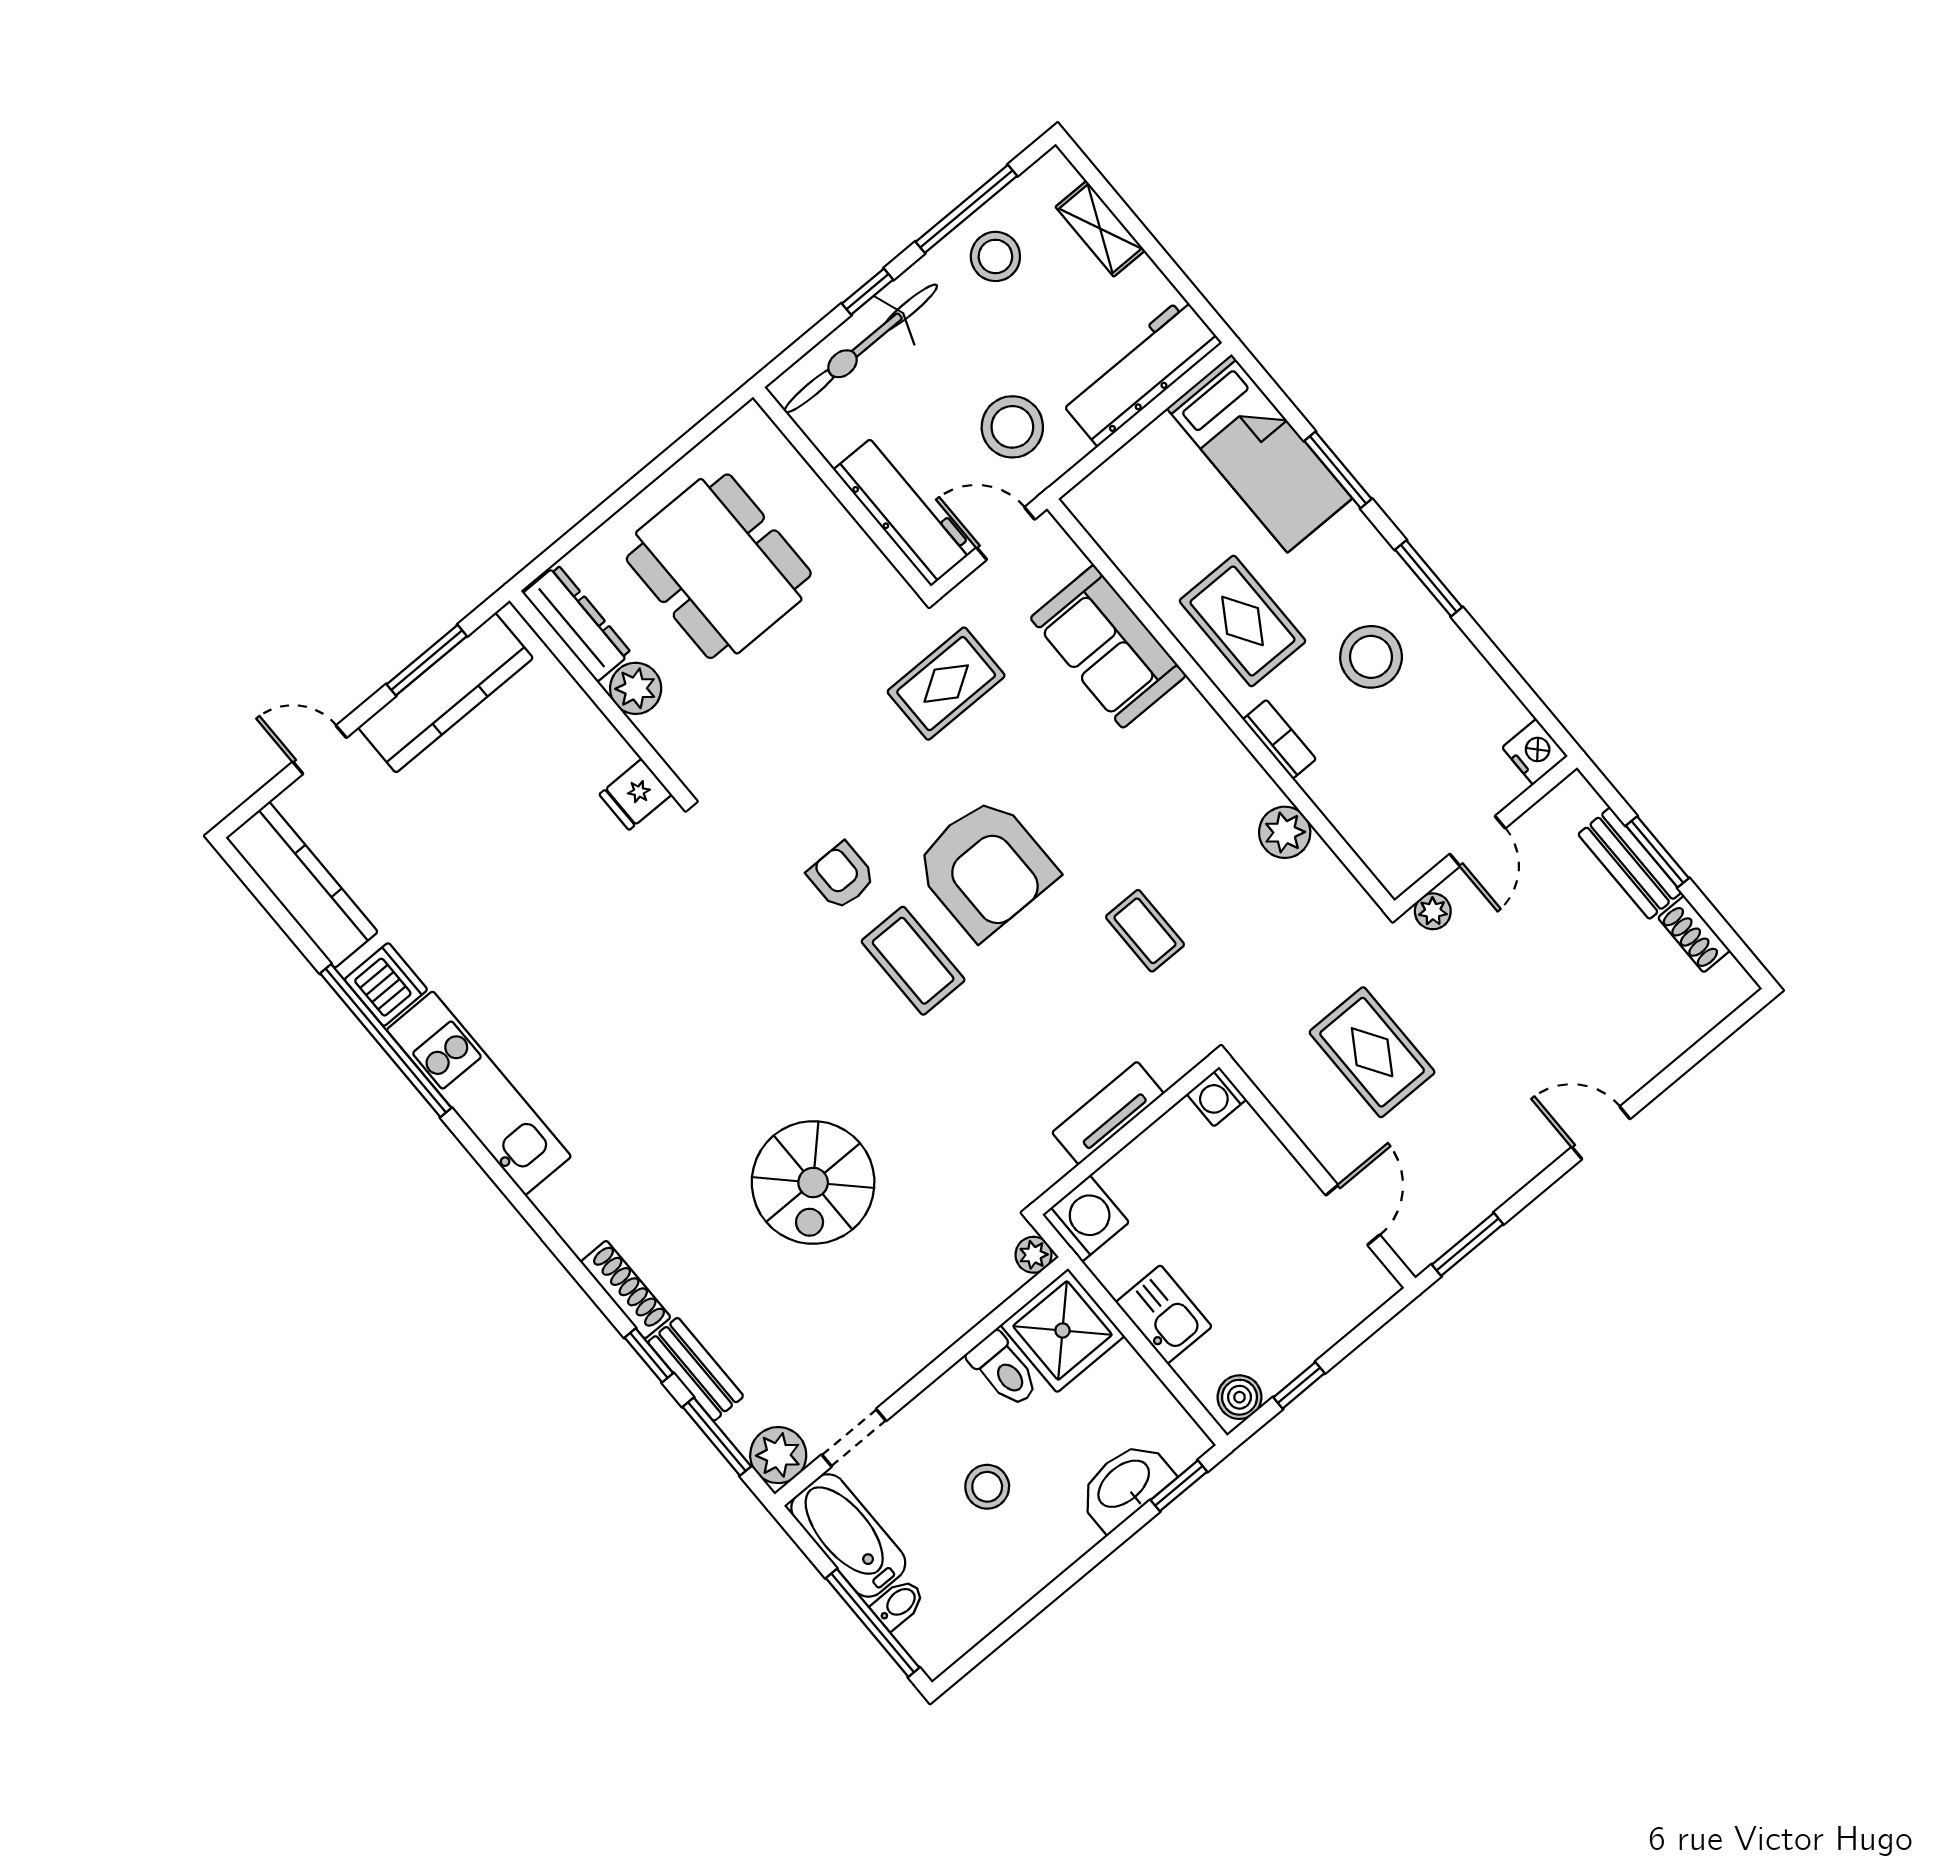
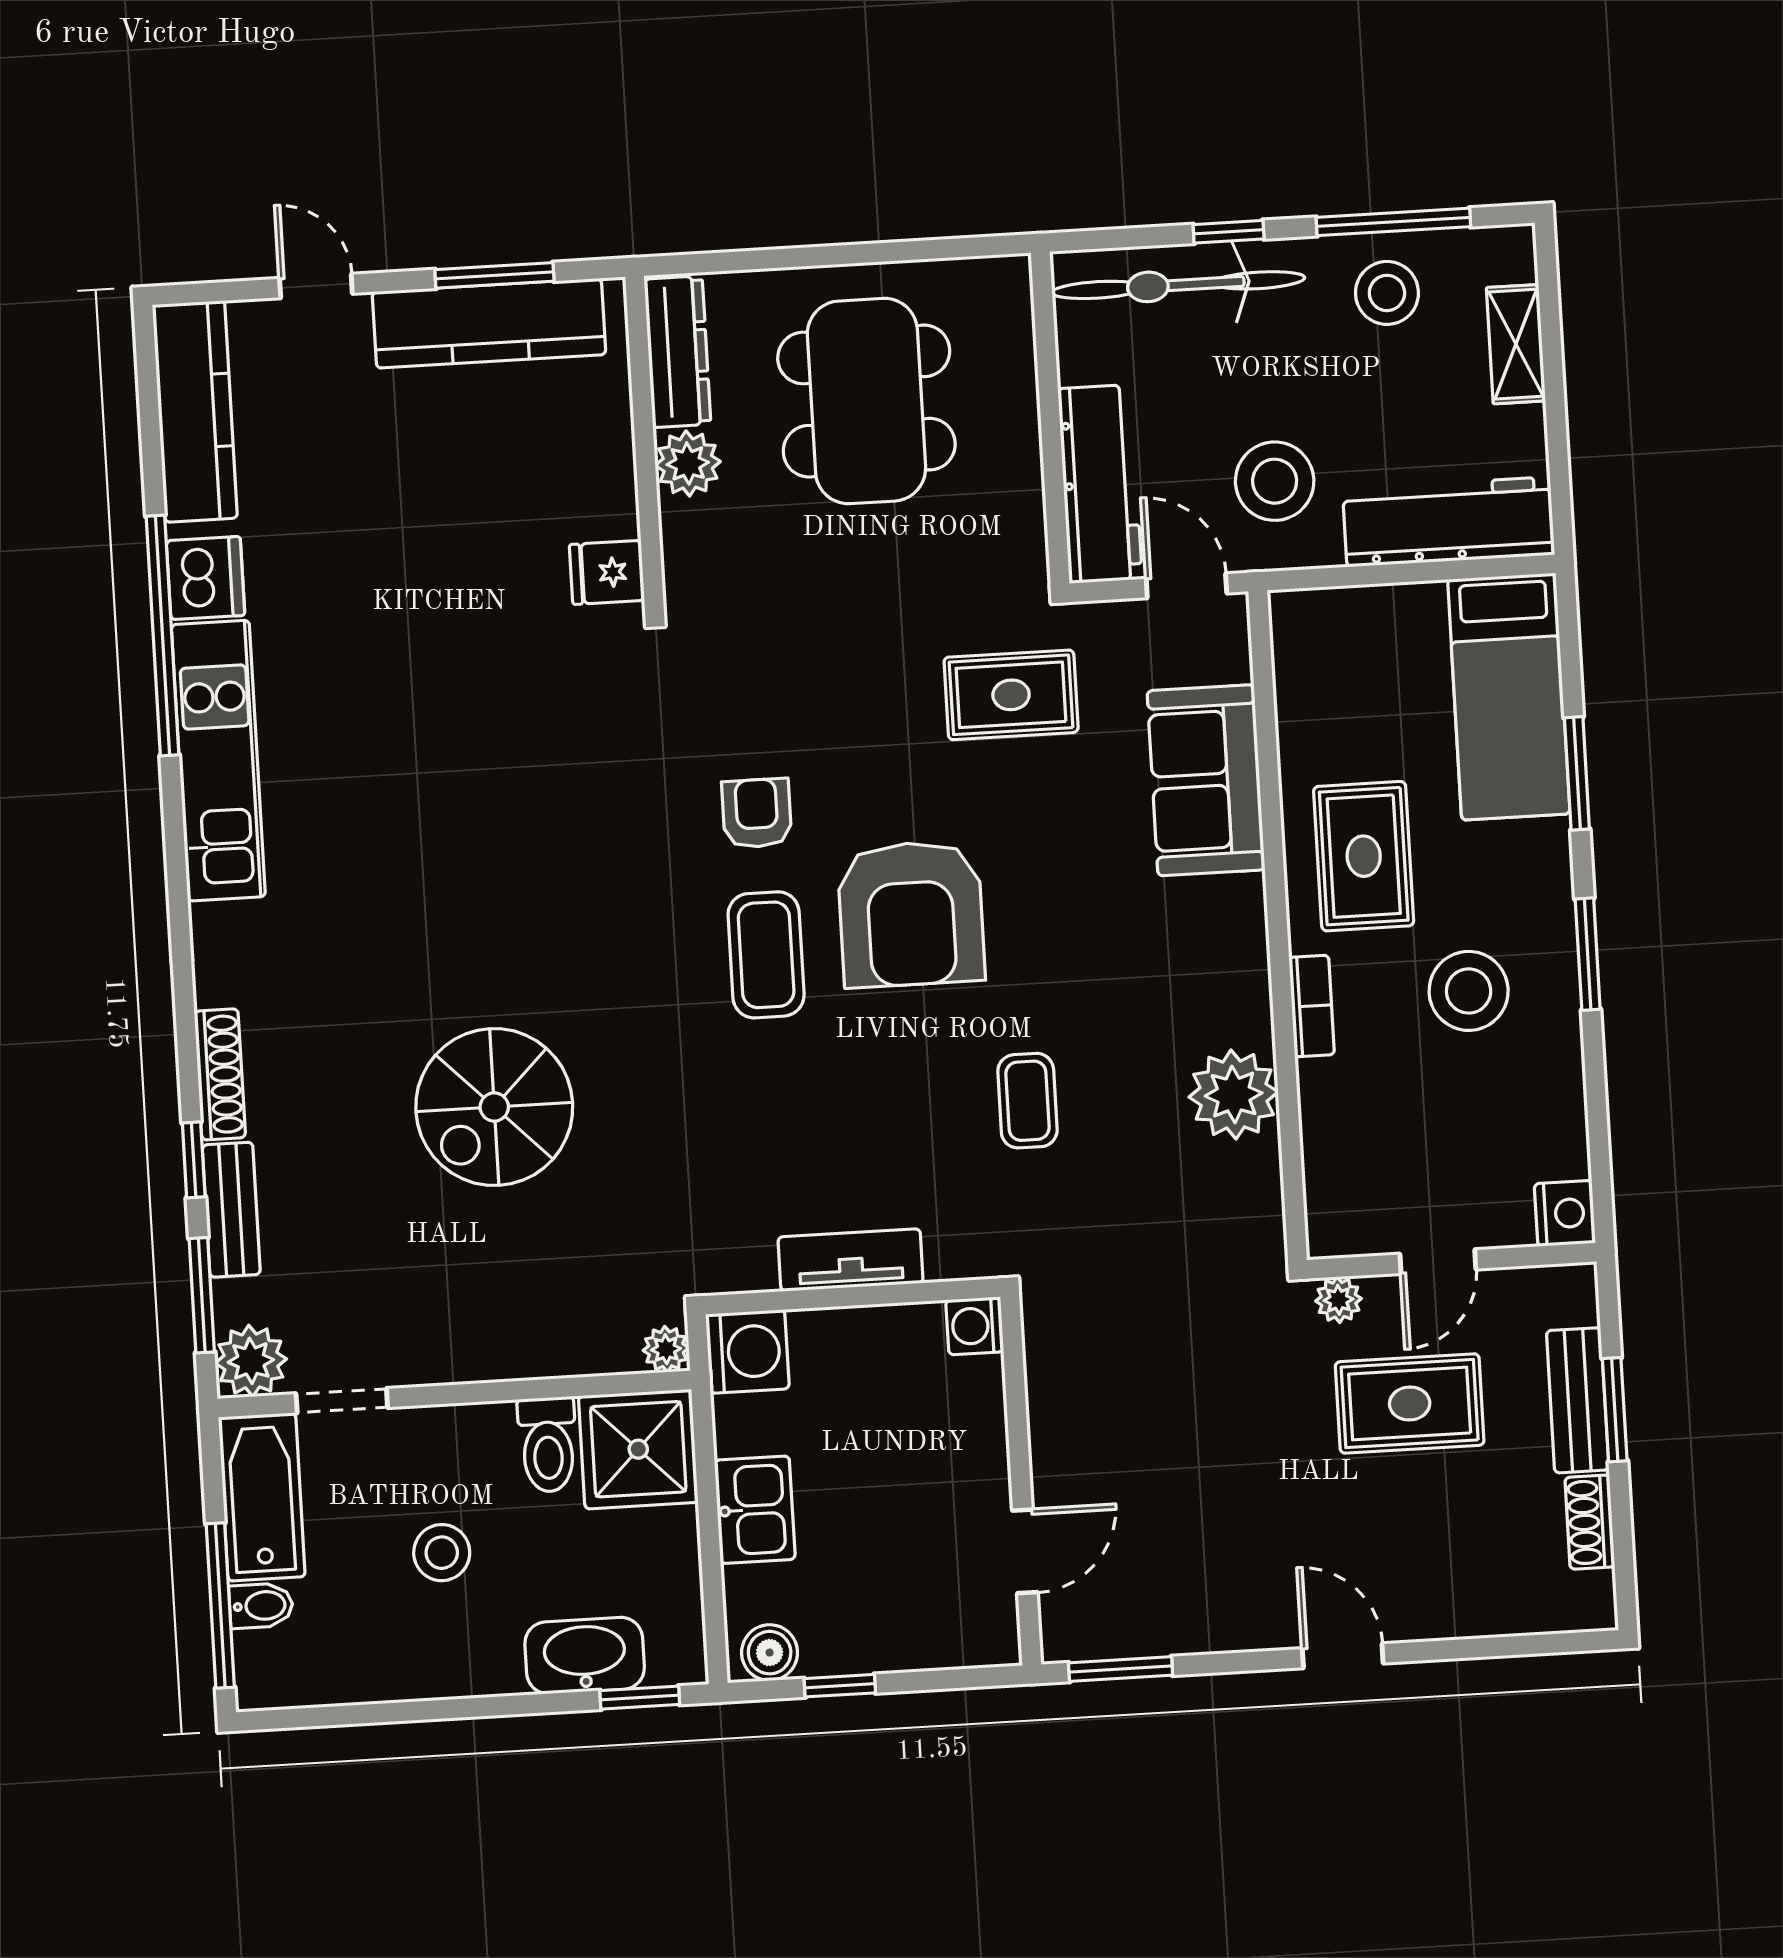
plant: (1285, 832) -> (1234, 1095), width x1.36, depth x1.36
rug: (1372, 1052) -> (1410, 1404), moved, turned 90

